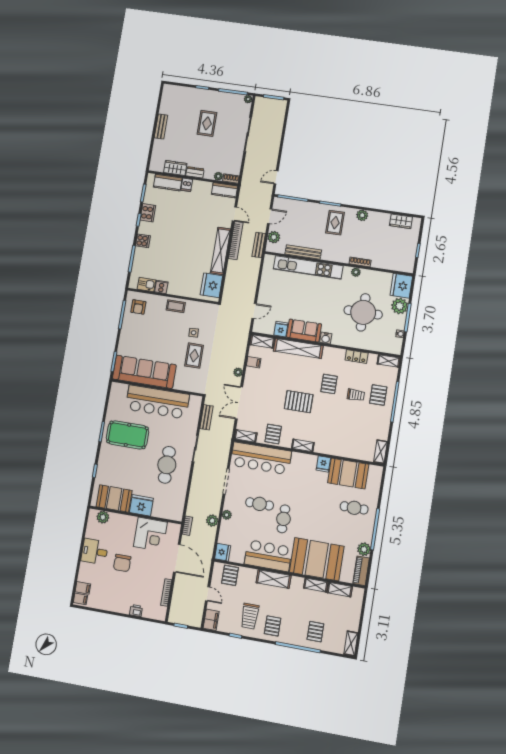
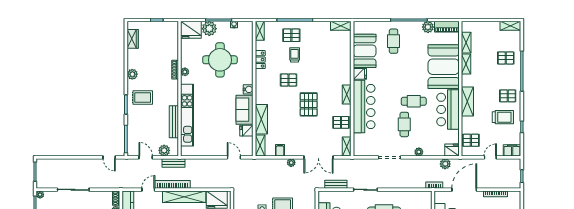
shelving: (298, 348) -> (261, 119), width x0.68
bar counter: (261, 458) -> (364, 107), moved
plant: (212, 521) -> (445, 164), moved

